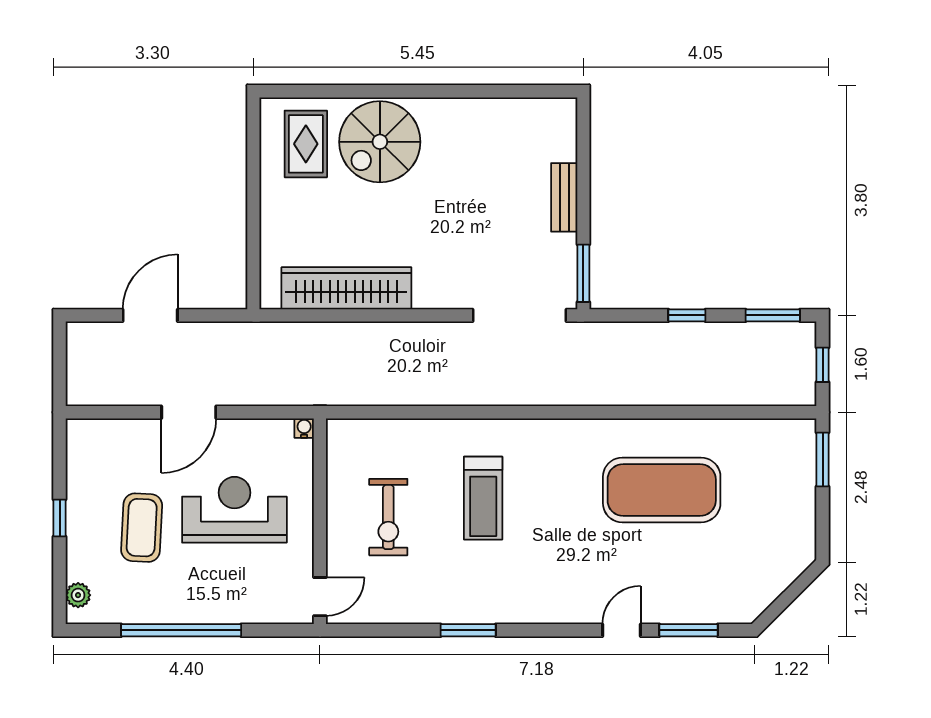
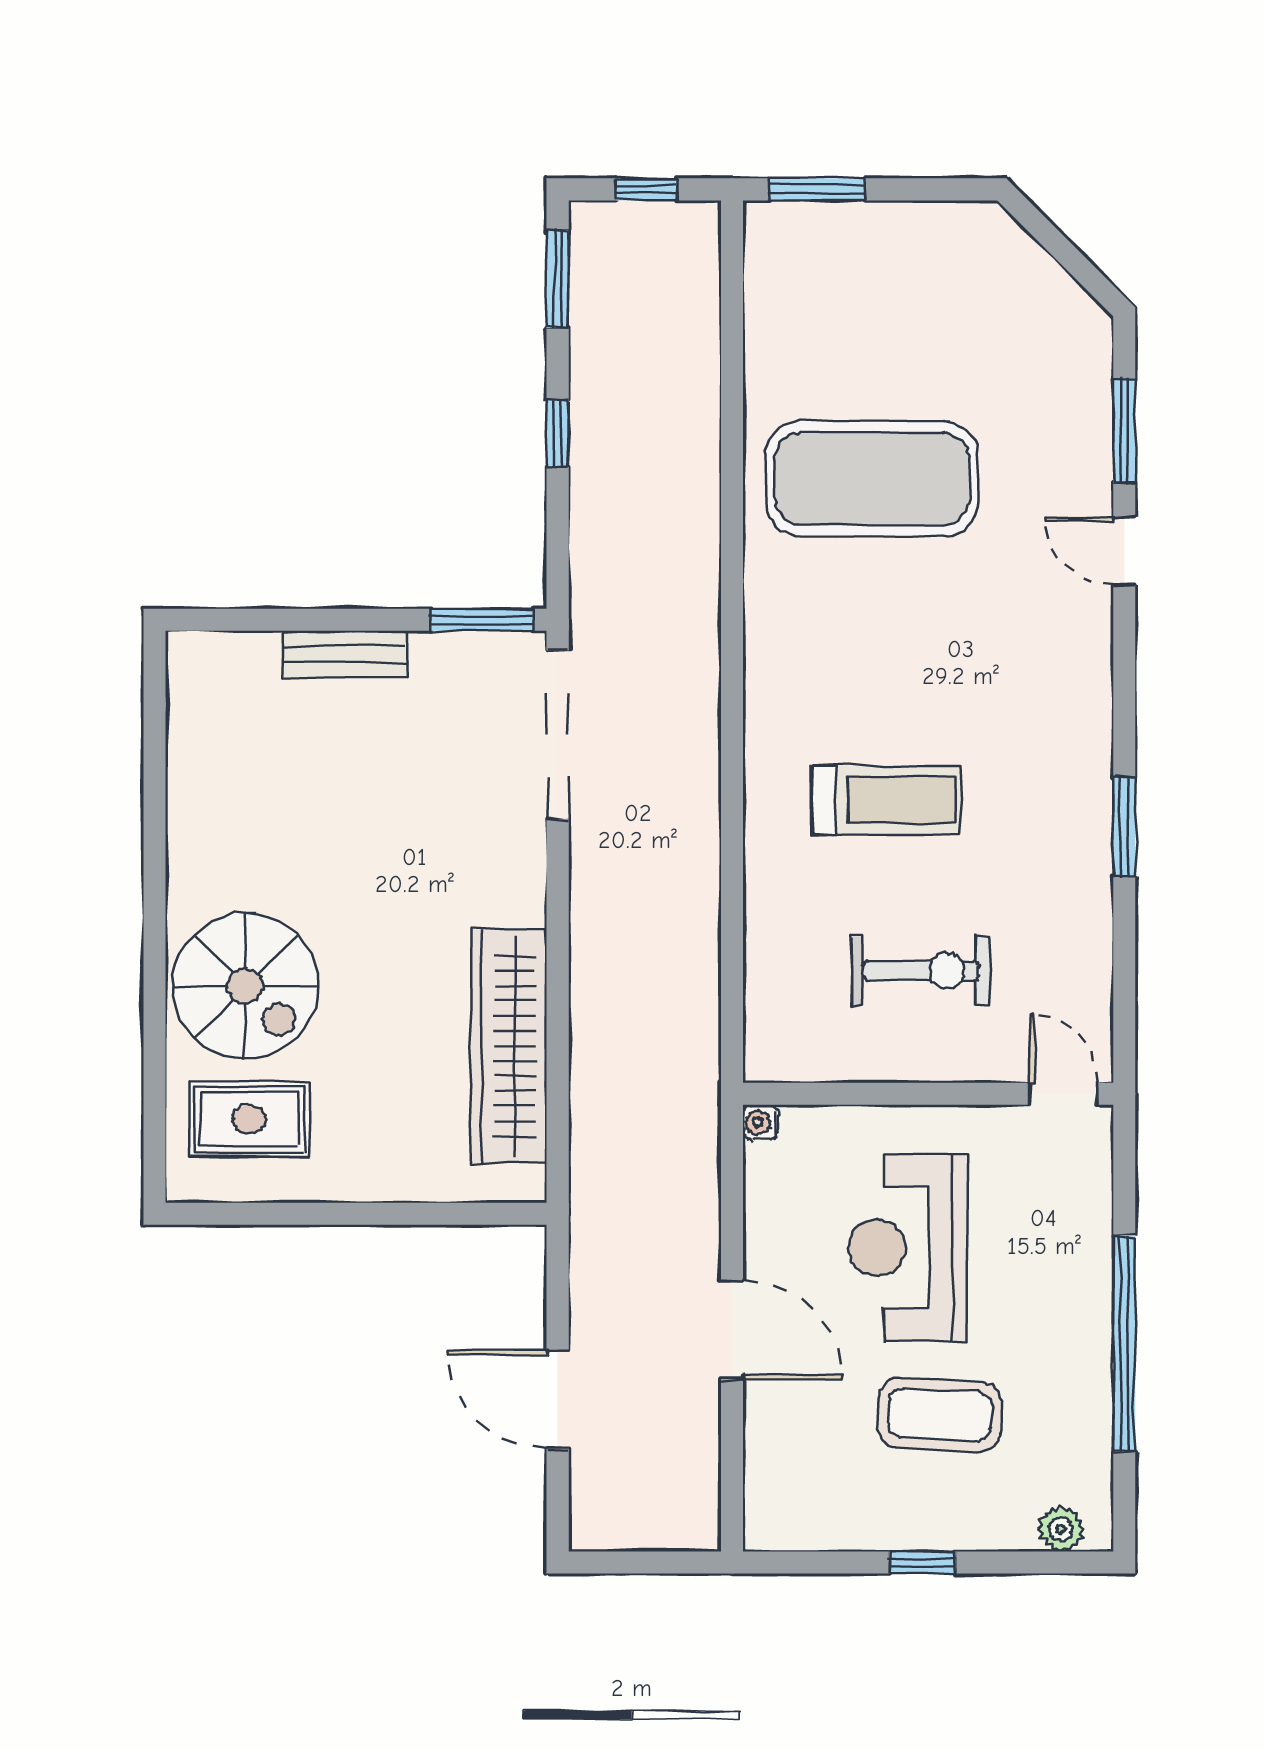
exercise mat: (662, 490) -> (872, 479), turned 90

